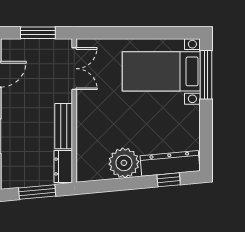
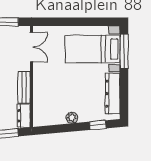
plant: (124, 163) -> (72, 118), width x0.53, depth x0.53
dresser: (170, 163) -> (113, 94), moved, turned -85

